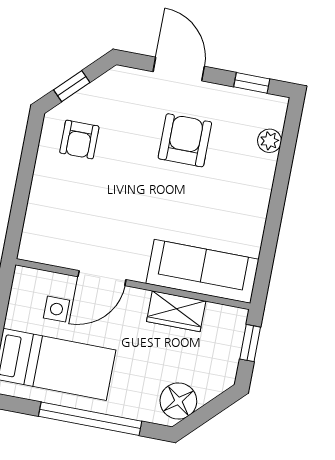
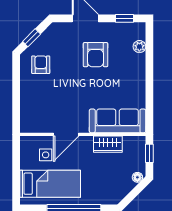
armchair: (79, 140) -> (41, 65), turned 180
armchair: (185, 140) -> (96, 55), turned 180
floor lamp: (178, 401) -> (137, 177), moved, width x0.53, depth x0.53

